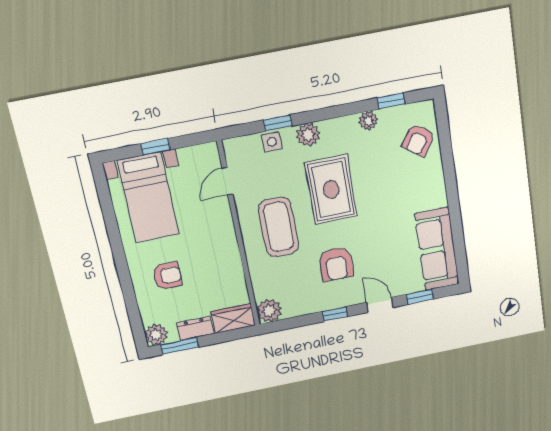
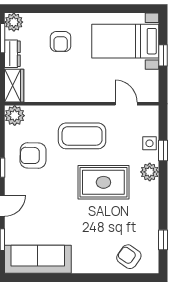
plant: (368, 121) -> (151, 220), removed
armchair: (336, 264) -> (33, 155), moved

